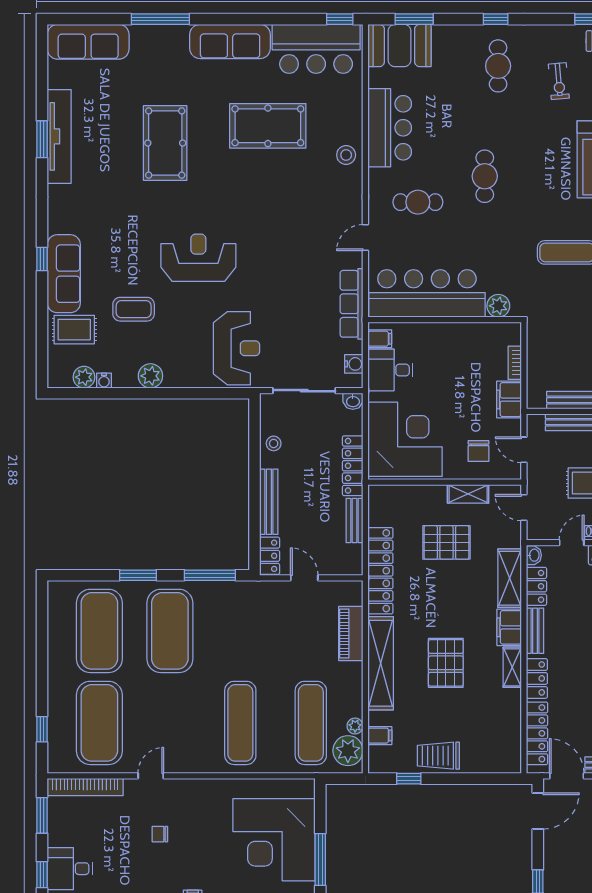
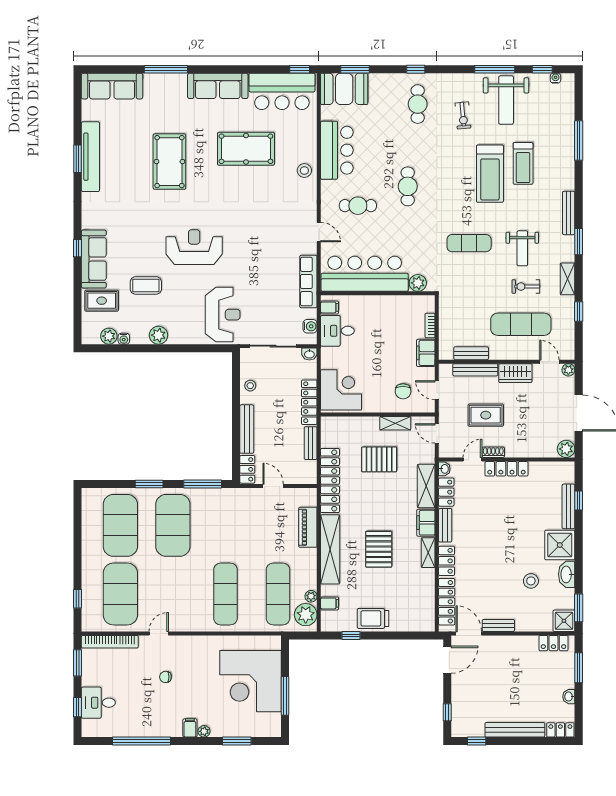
door: (365, 238) -> (319, 232), swing flipped
corner desk: (405, 439) -> (341, 390), width x0.74, depth x0.74

